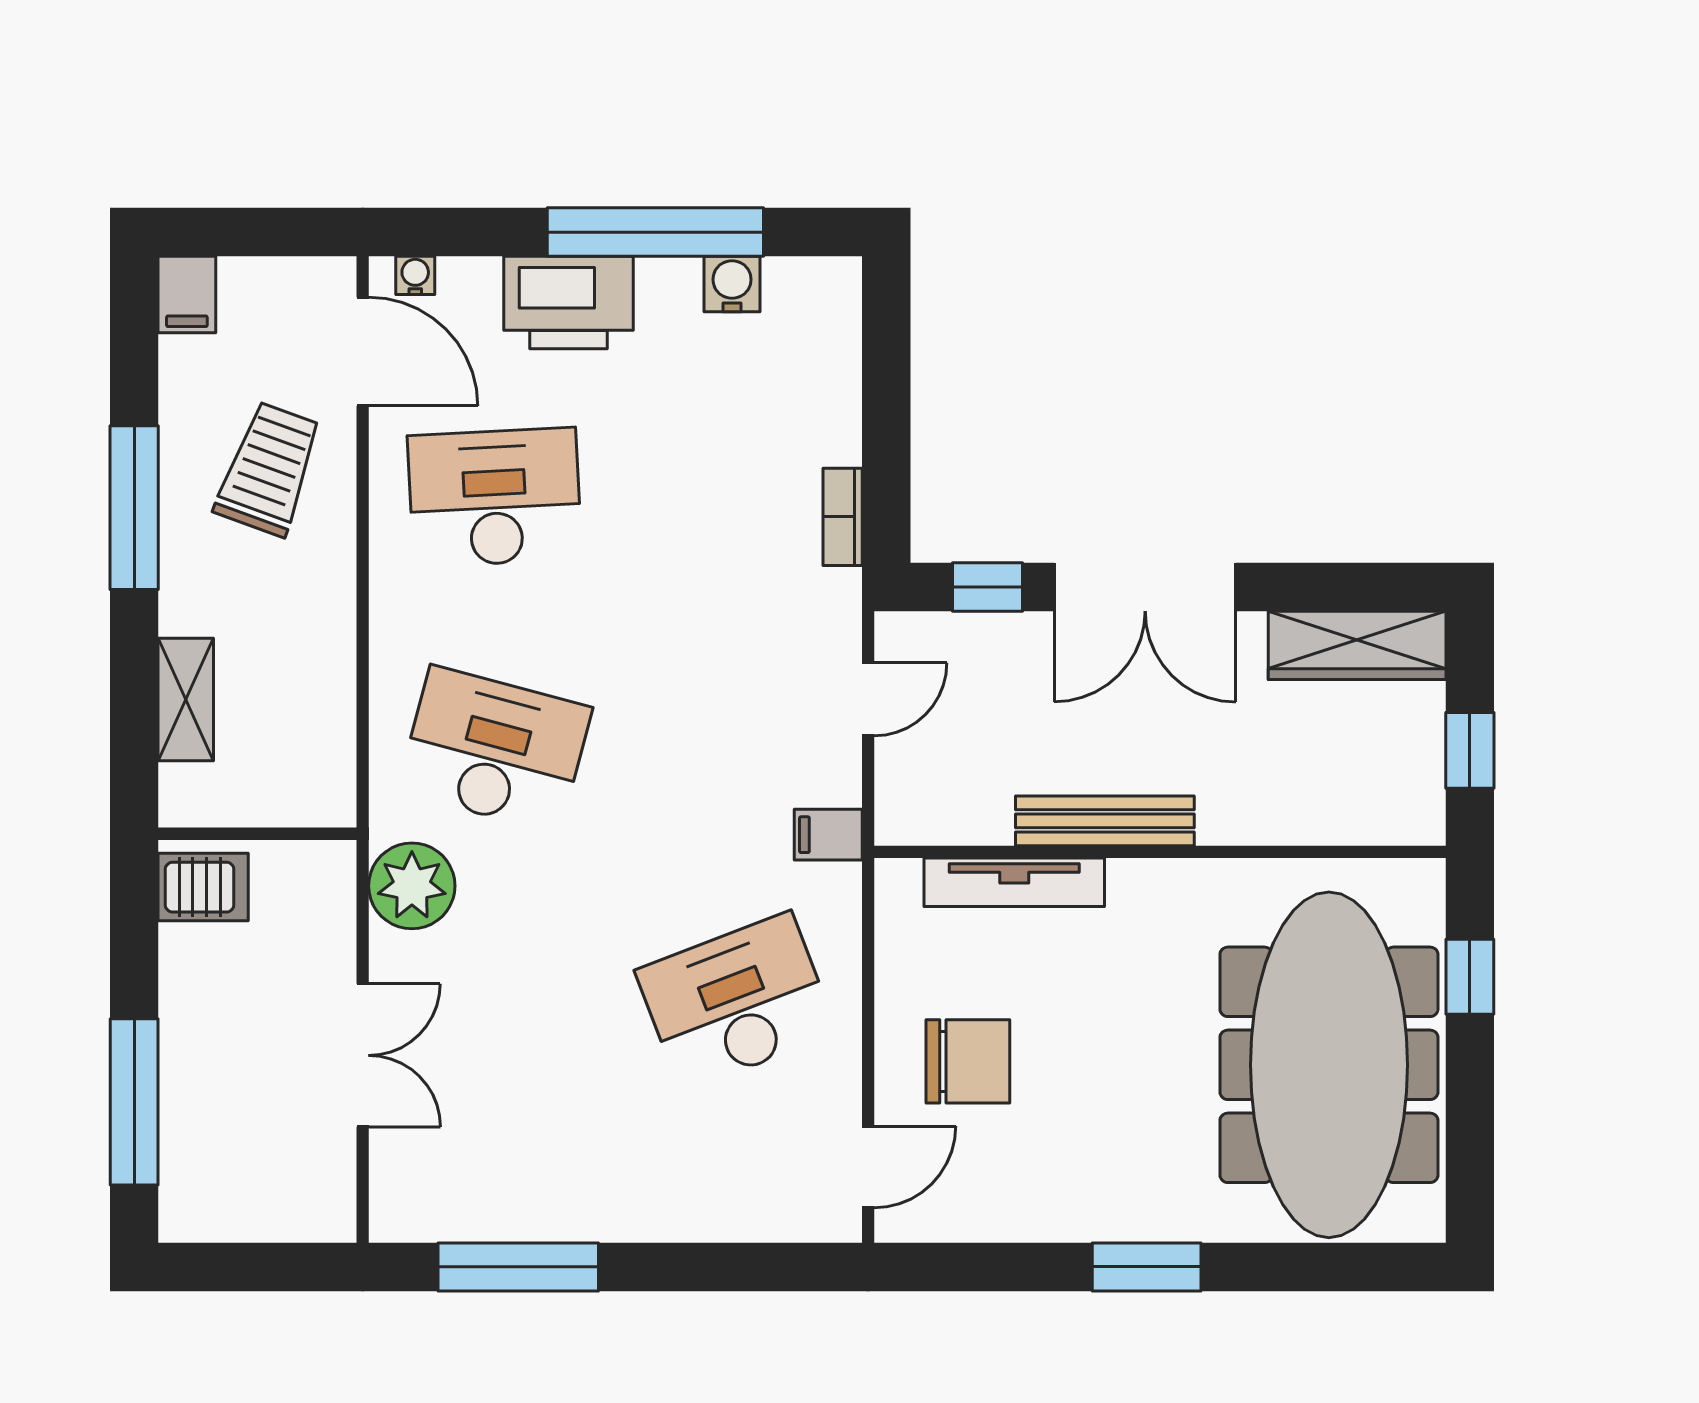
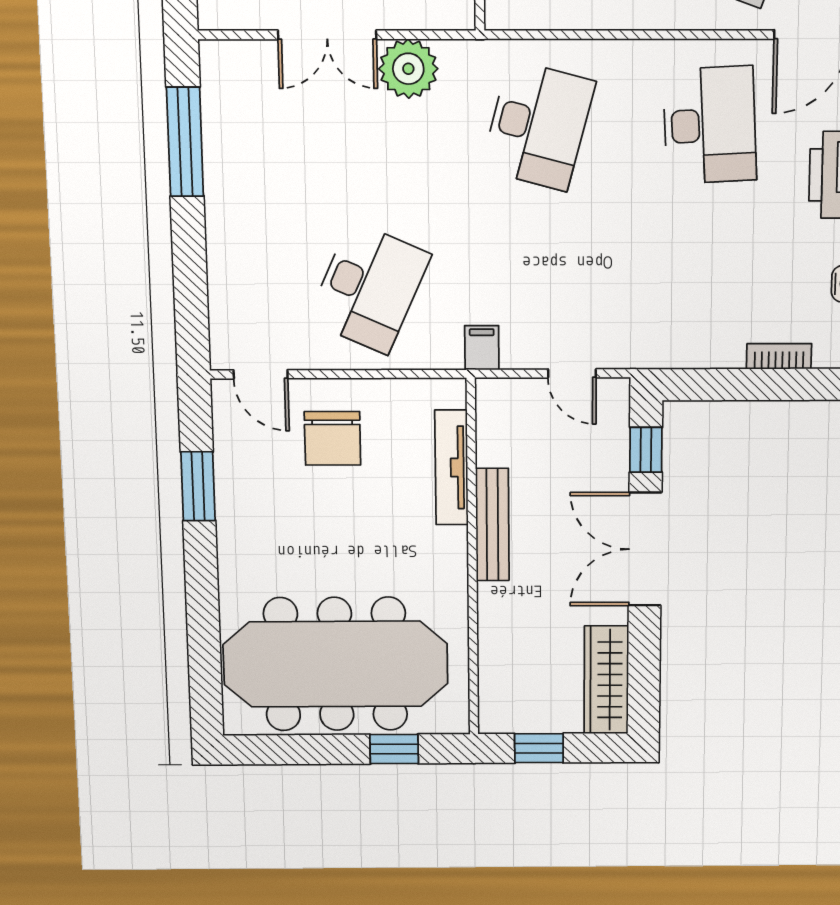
bookcase: (843, 517) -> (779, 356), moved
plant: (412, 886) -> (408, 69), moved
desk: (736, 1002) -> (369, 288), turned 45
window: (1147, 1267) -> (198, 486), moved

